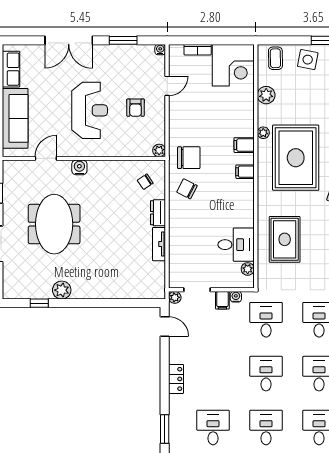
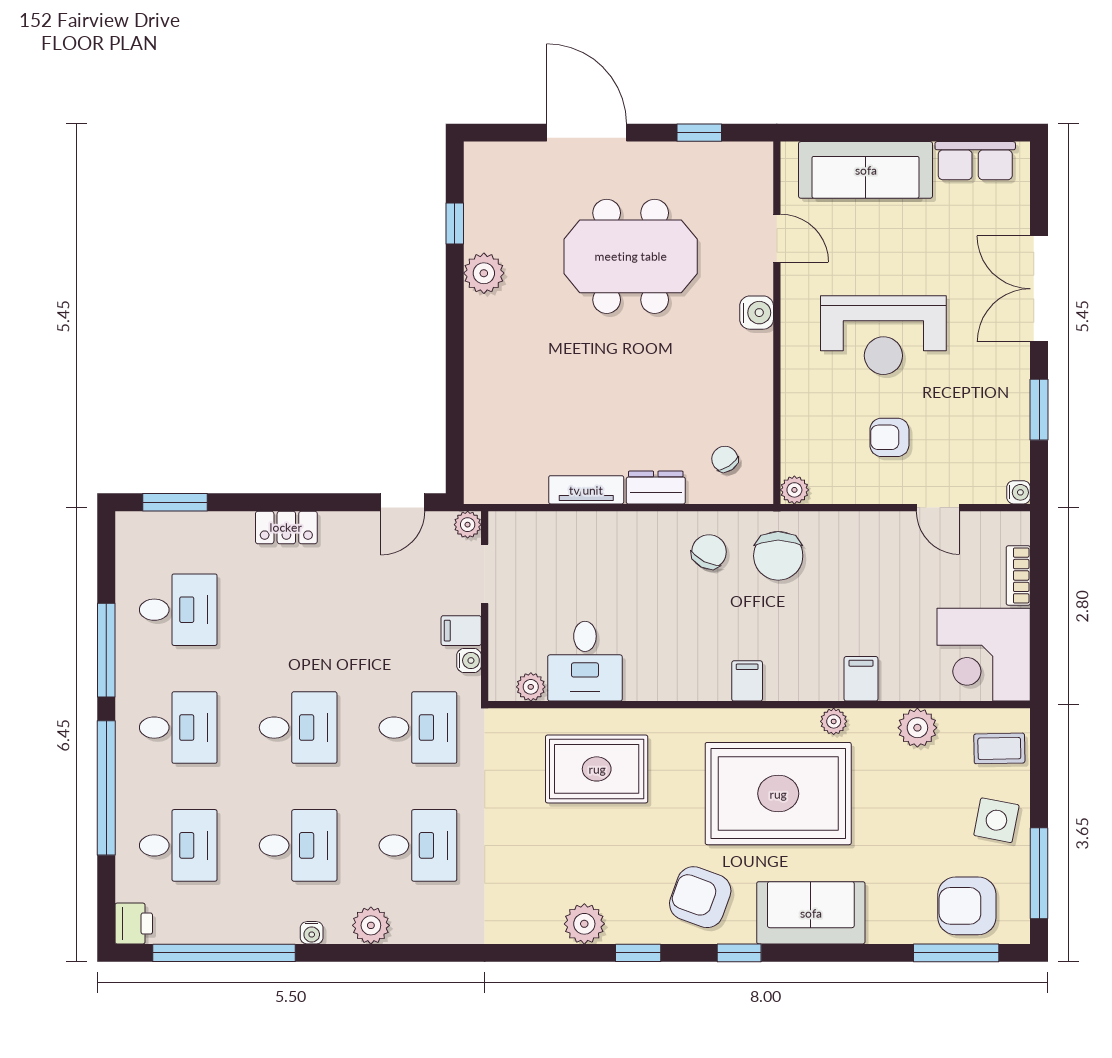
filing cabinet: (244, 145) -> (861, 679), moved

